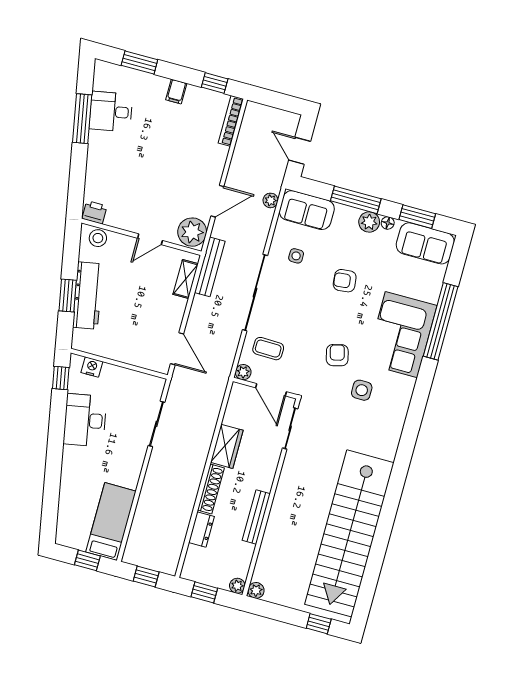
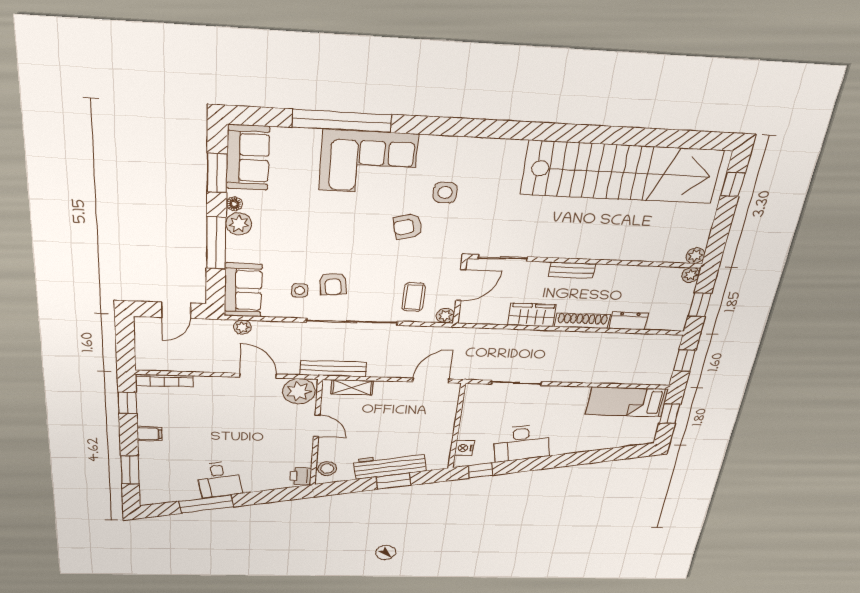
desk: (111, 112) -> (219, 480), moved
armchair: (345, 281) -> (333, 284), moved
bench: (256, 517) -> (572, 270), moved, width x0.73

